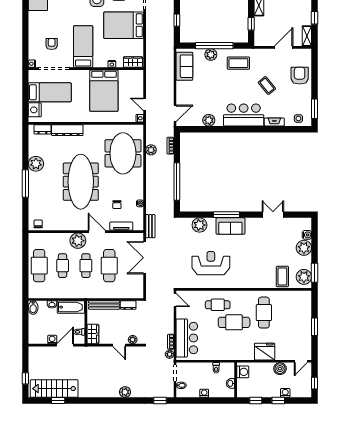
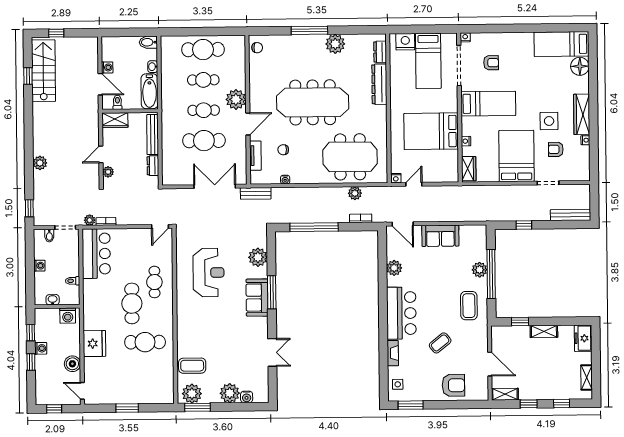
sofa: (184, 66) -> (440, 236), moved
bar counter: (187, 338) -> (96, 254), moved, turned -90
washing machine: (285, 393) -> (41, 348), moved

